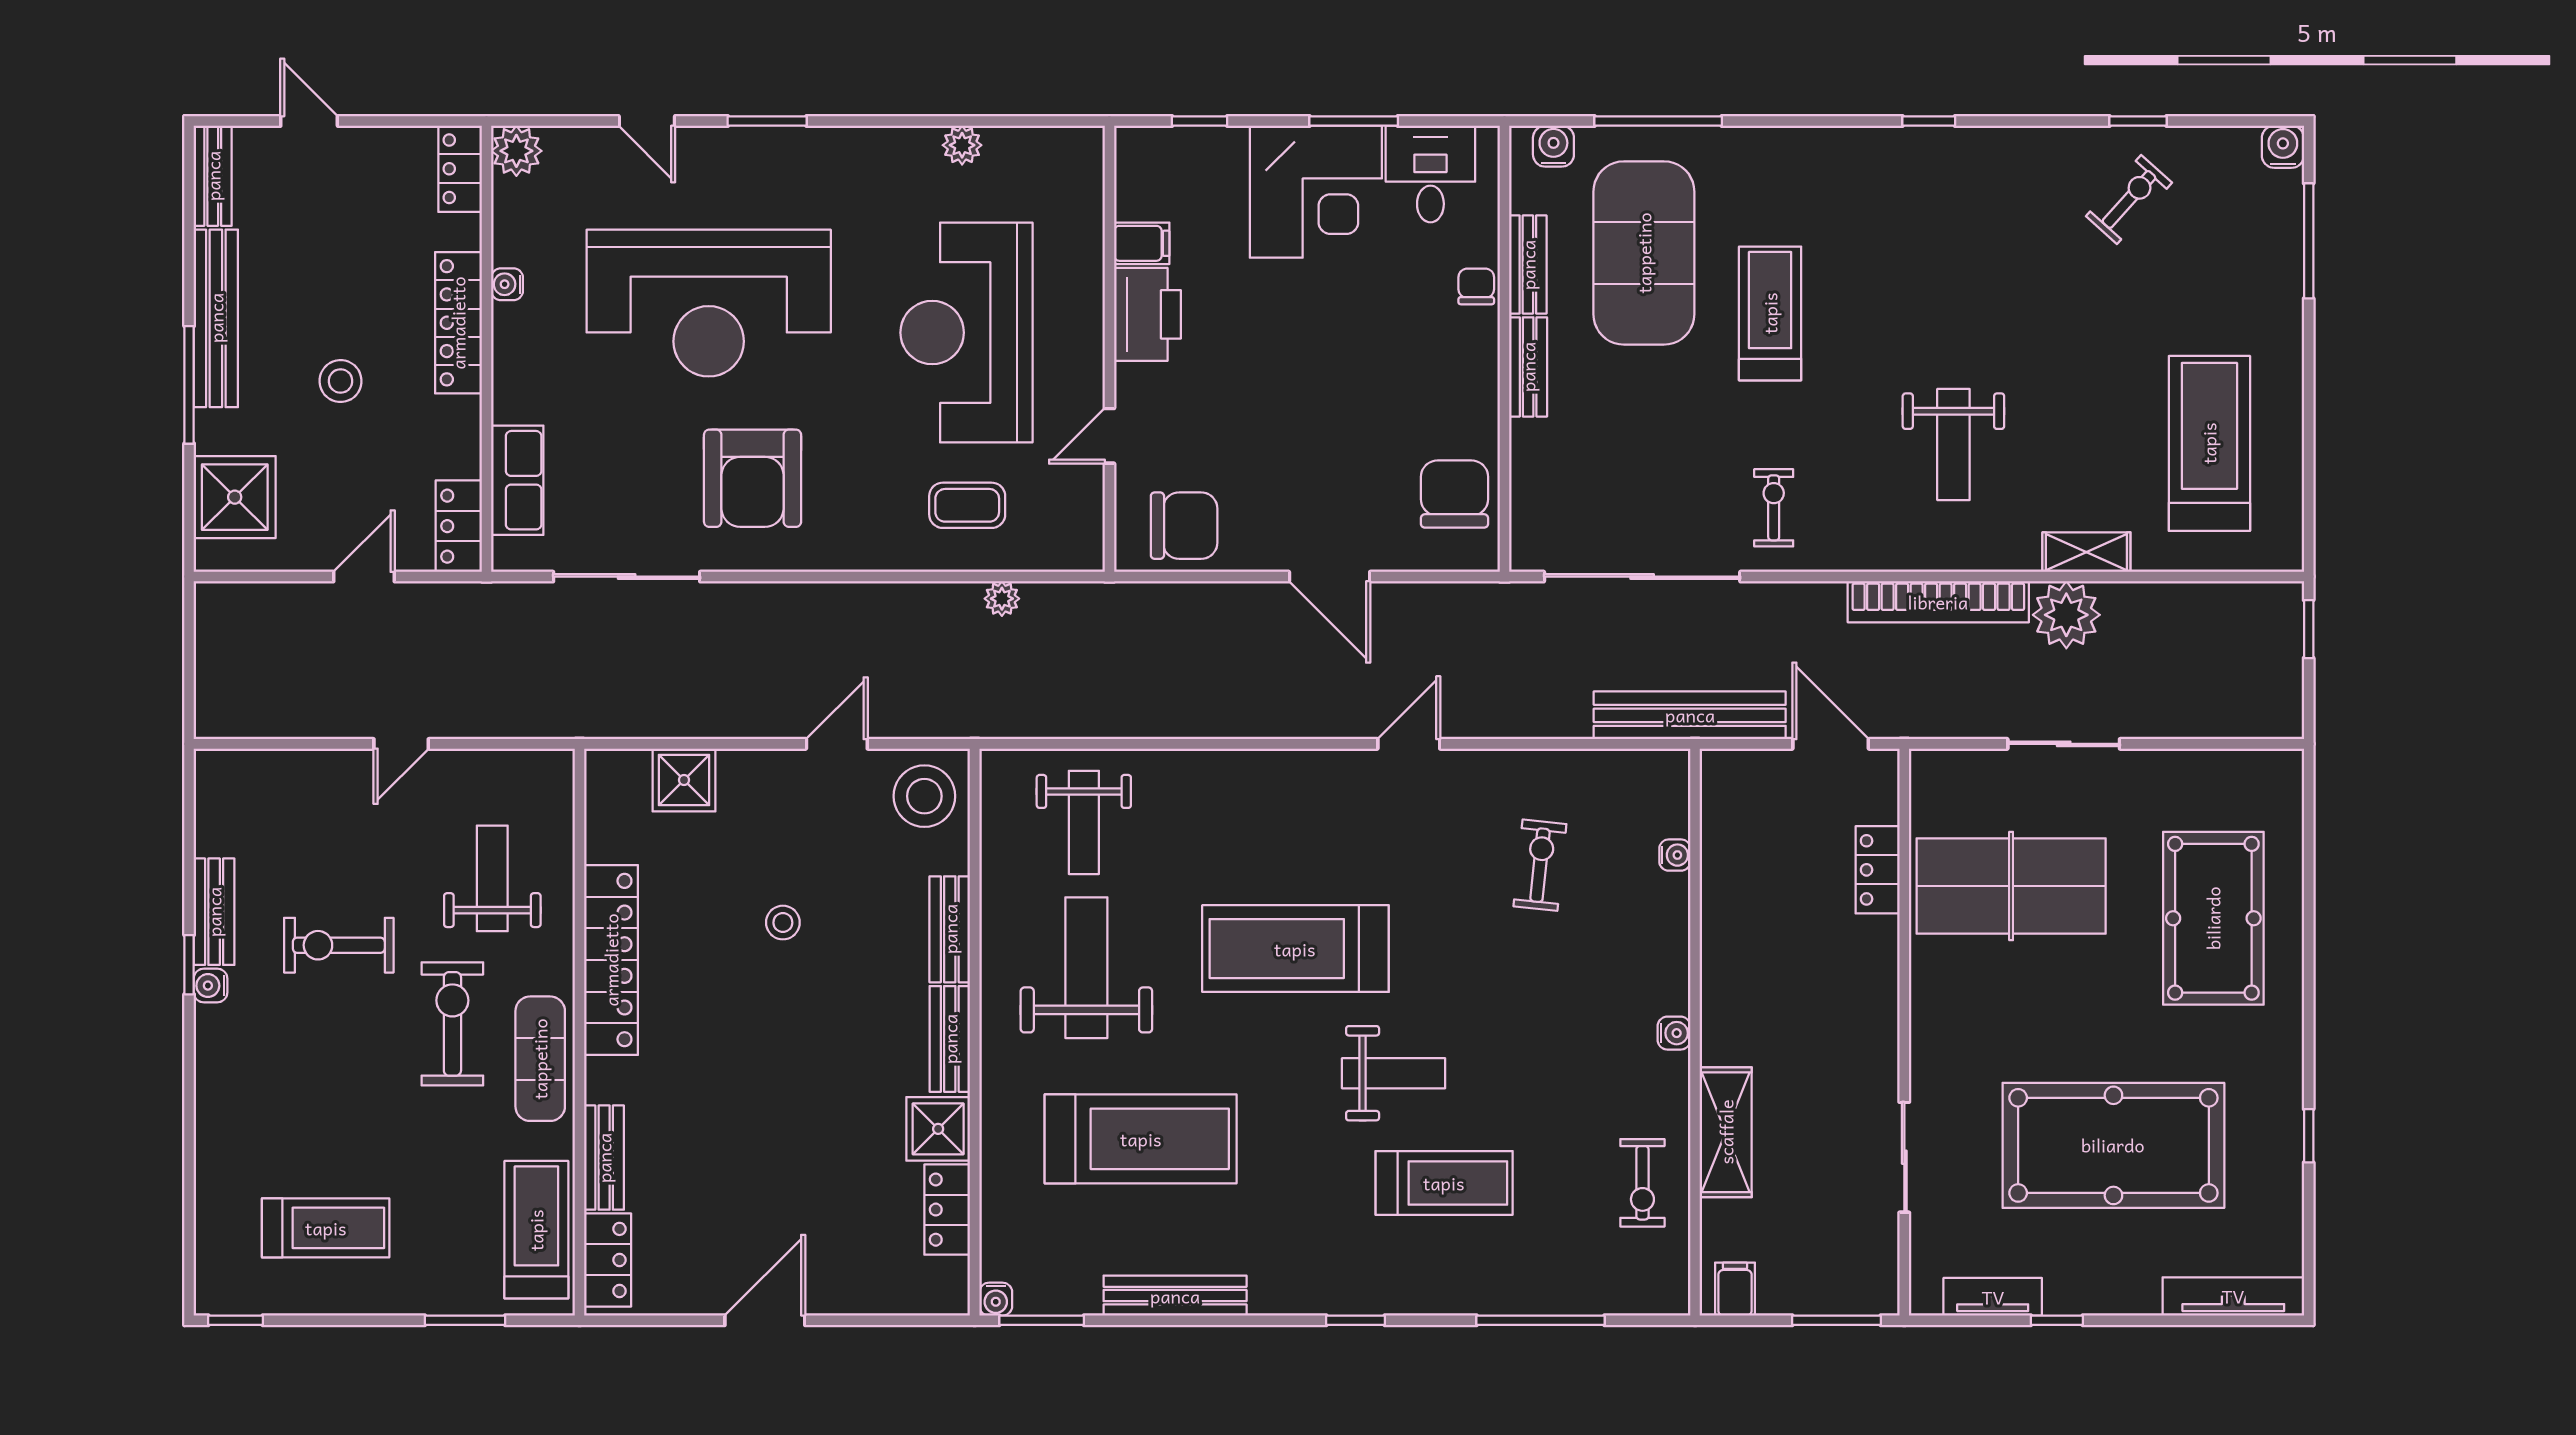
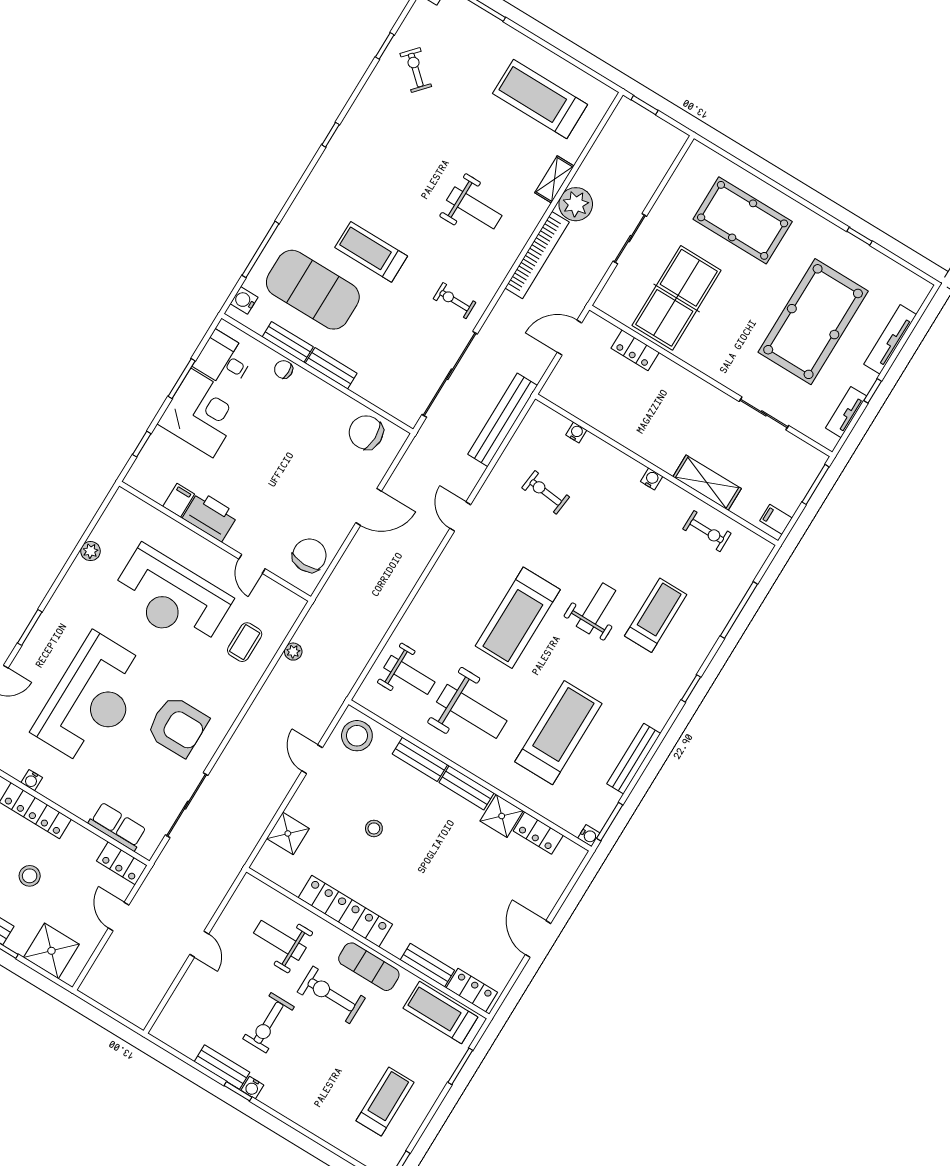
bench: (1690, 715) -> (503, 420), moved
weight bench: (1086, 968) -> (472, 711), turned 180
tv unit: (2233, 1296) -> (890, 339), moved

